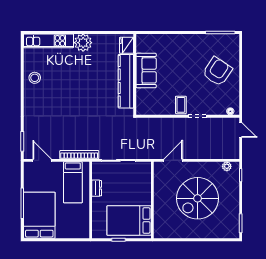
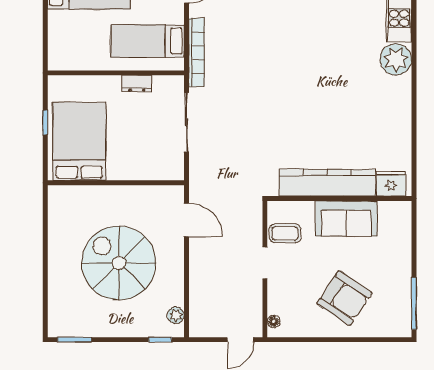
fridge: (126, 45) -> (391, 184), moved
sofa: (146, 70) -> (346, 219), moved
wall: (135, 74) -> (339, 198), moved
kitchen counter: (126, 81) -> (327, 183), moved

